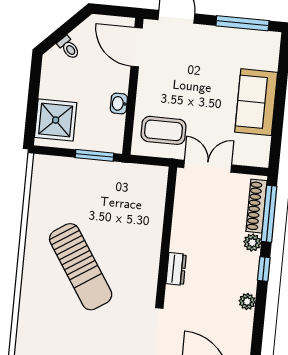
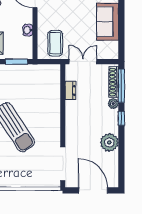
coffee table: (164, 130) -> (55, 43), turned 90
dresser: (176, 269) -> (70, 90), moved
plant: (247, 302) -> (109, 142), width x1.88, depth x1.88

